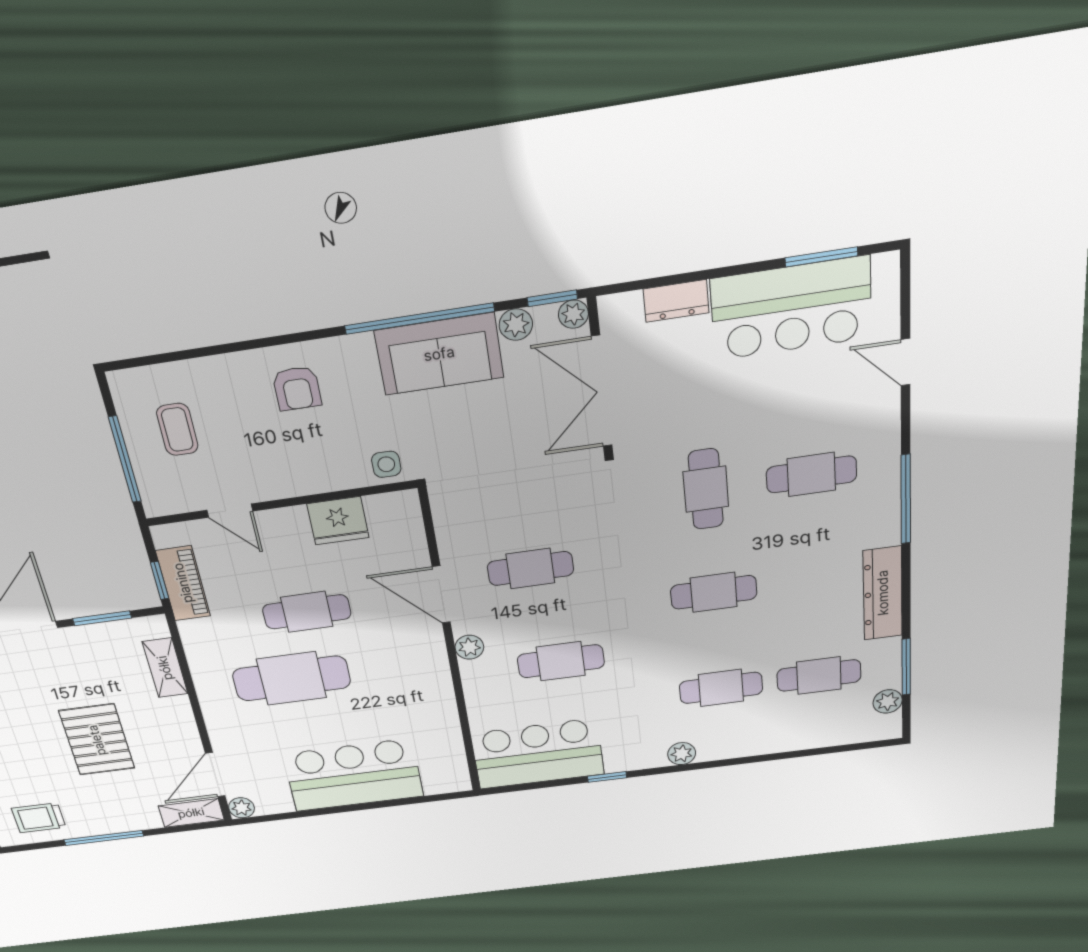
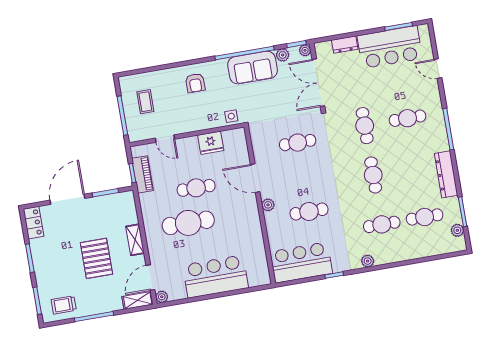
cafe table: (530, 568) -> (298, 143), moved
cafe table: (714, 592) -> (373, 175), turned 90
shelving: (165, 668) -> (135, 240), moved

